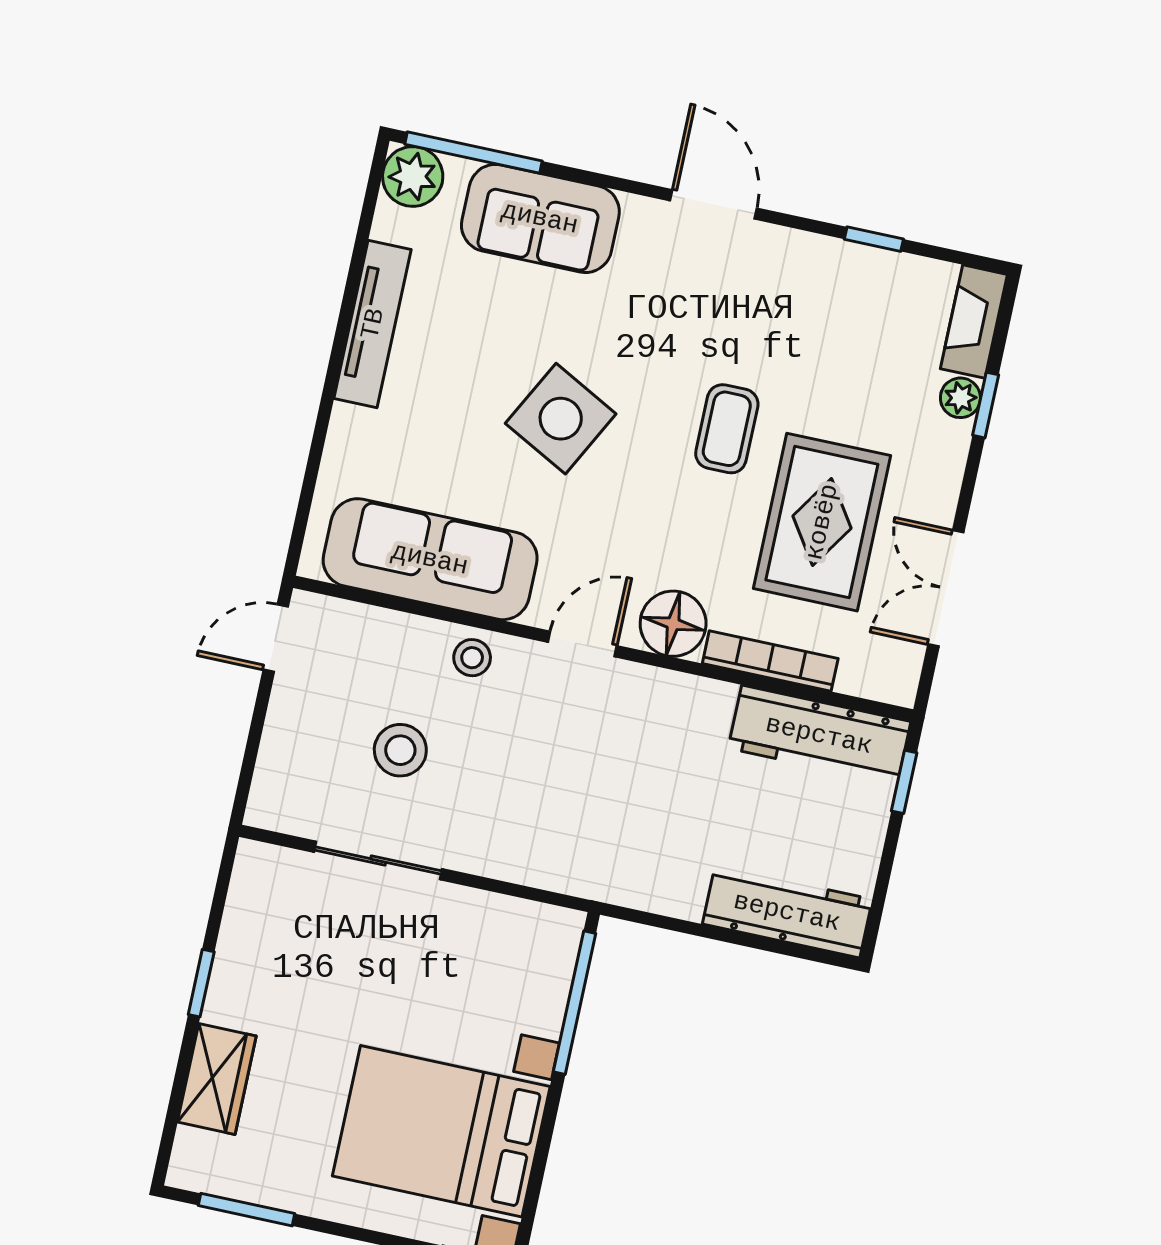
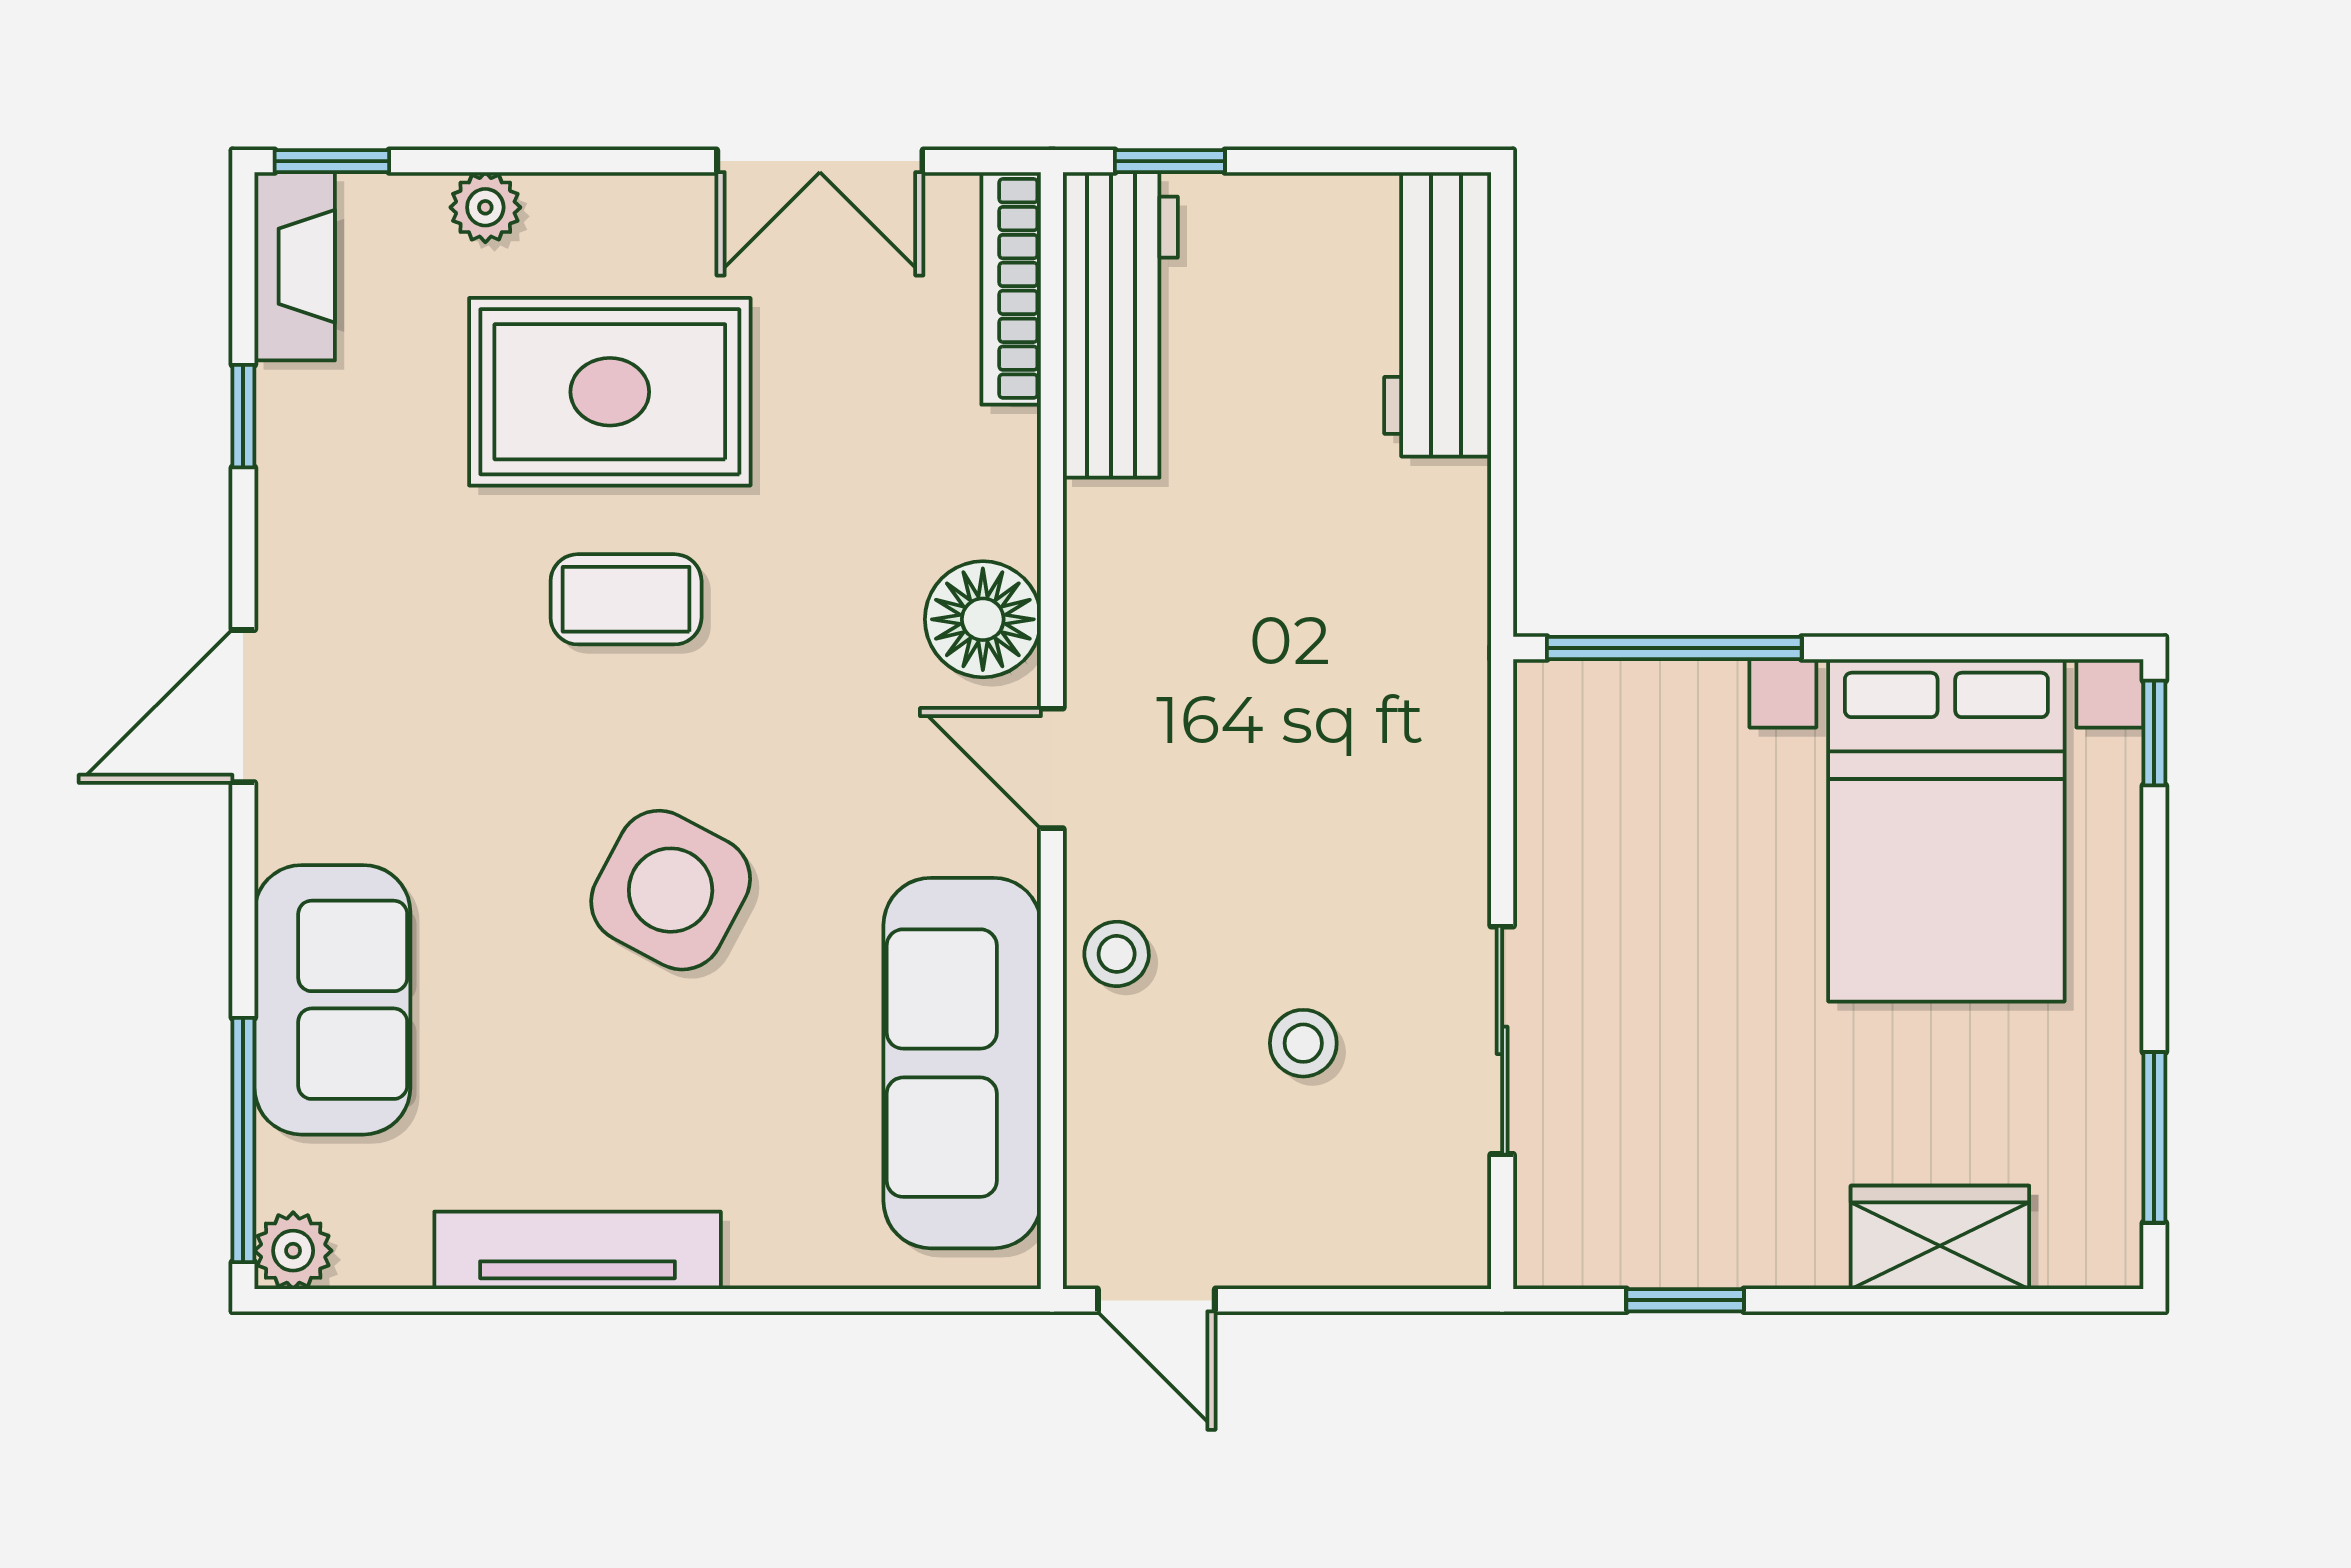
plant: (413, 176) -> (293, 1251), width x0.73, depth x0.73
fireplace: (974, 322) -> (295, 266), moved, turned -90
window: (986, 405) -> (332, 161), moved
rug: (822, 522) -> (610, 392), moved
bookcase: (770, 661) -> (1011, 288), moved
stool: (400, 750) -> (1303, 1043), width x0.73, depth x0.73
window: (201, 983) -> (1685, 1300), moved

